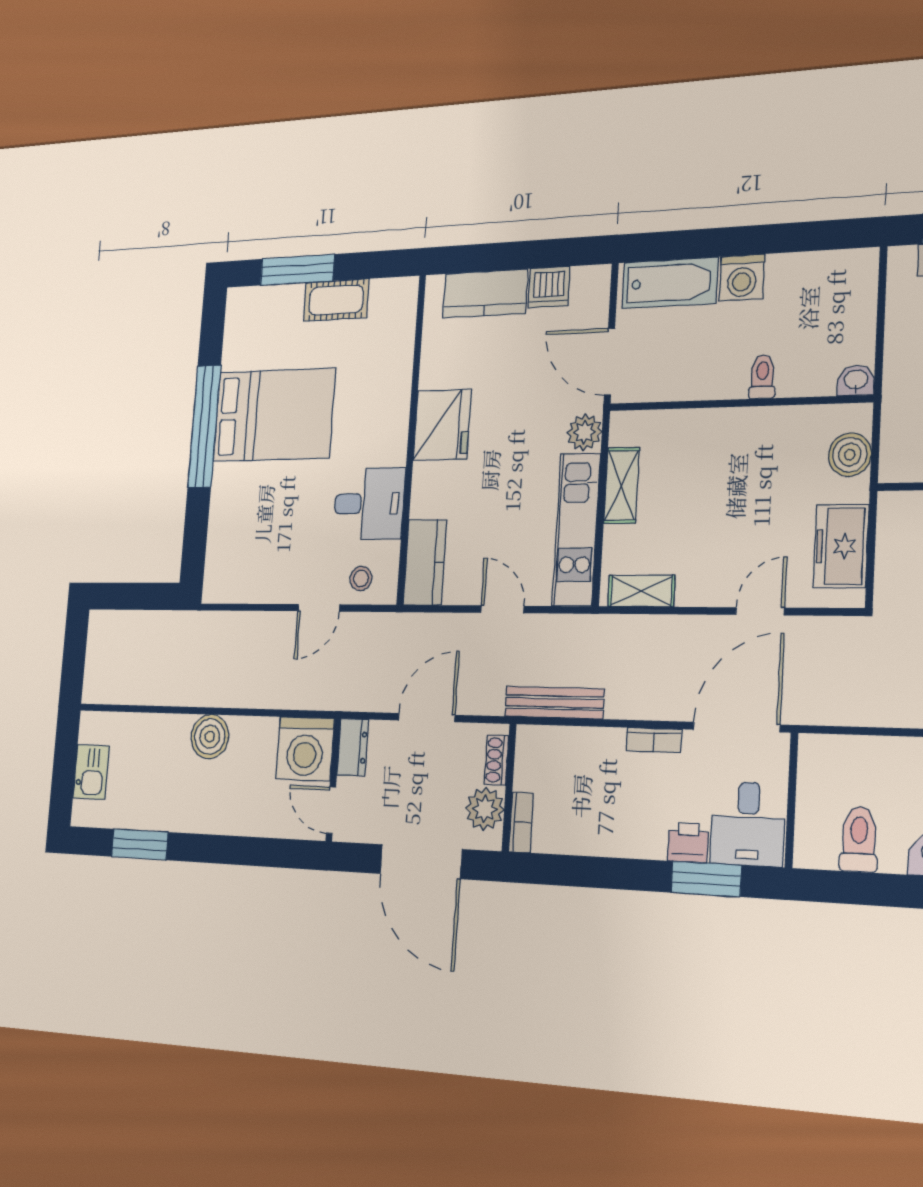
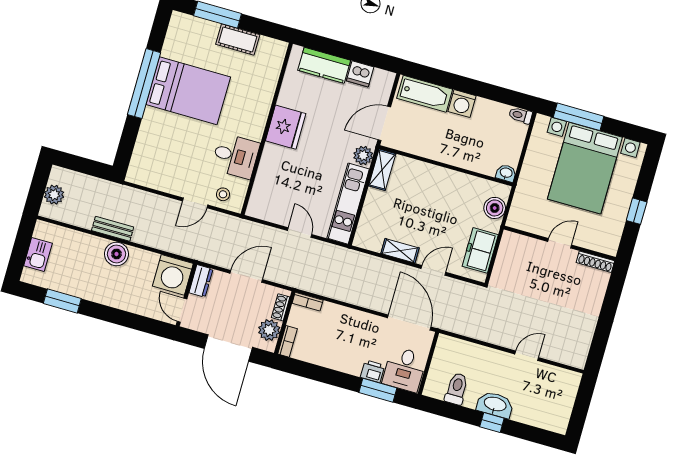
door: (609, 361) -> (384, 123), hinge flipped
toilet: (762, 377) -> (520, 115), moved, turned -90
shelving: (622, 485) -> (382, 170), moved
kitchen counter: (425, 562) -> (261, 196), removed
shelving: (641, 591) -> (400, 251), moved
plant: (100, 660) -> (54, 195), added
bench: (554, 703) -> (113, 229), moved, width x0.73
door: (736, 727) -> (409, 322), hinge flipped
bookcase: (654, 740) -> (308, 302), moved

